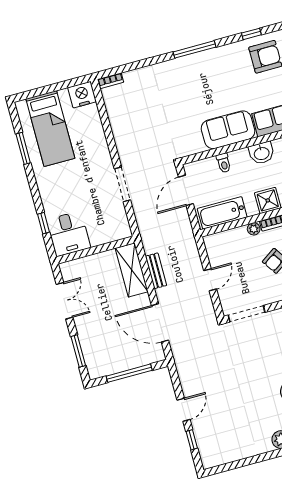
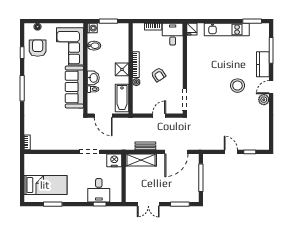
nightstand: (82, 95) -> (114, 160), moved, turned 90
sofa: (228, 130) -> (74, 87), width x1.36
washbasin: (262, 153) -> (93, 78), moved
desk: (68, 234) -> (99, 190), moved, turned 90
door: (210, 280) -> (159, 116), hinge flipped
double door: (65, 301) -> (148, 204), swing flipped

